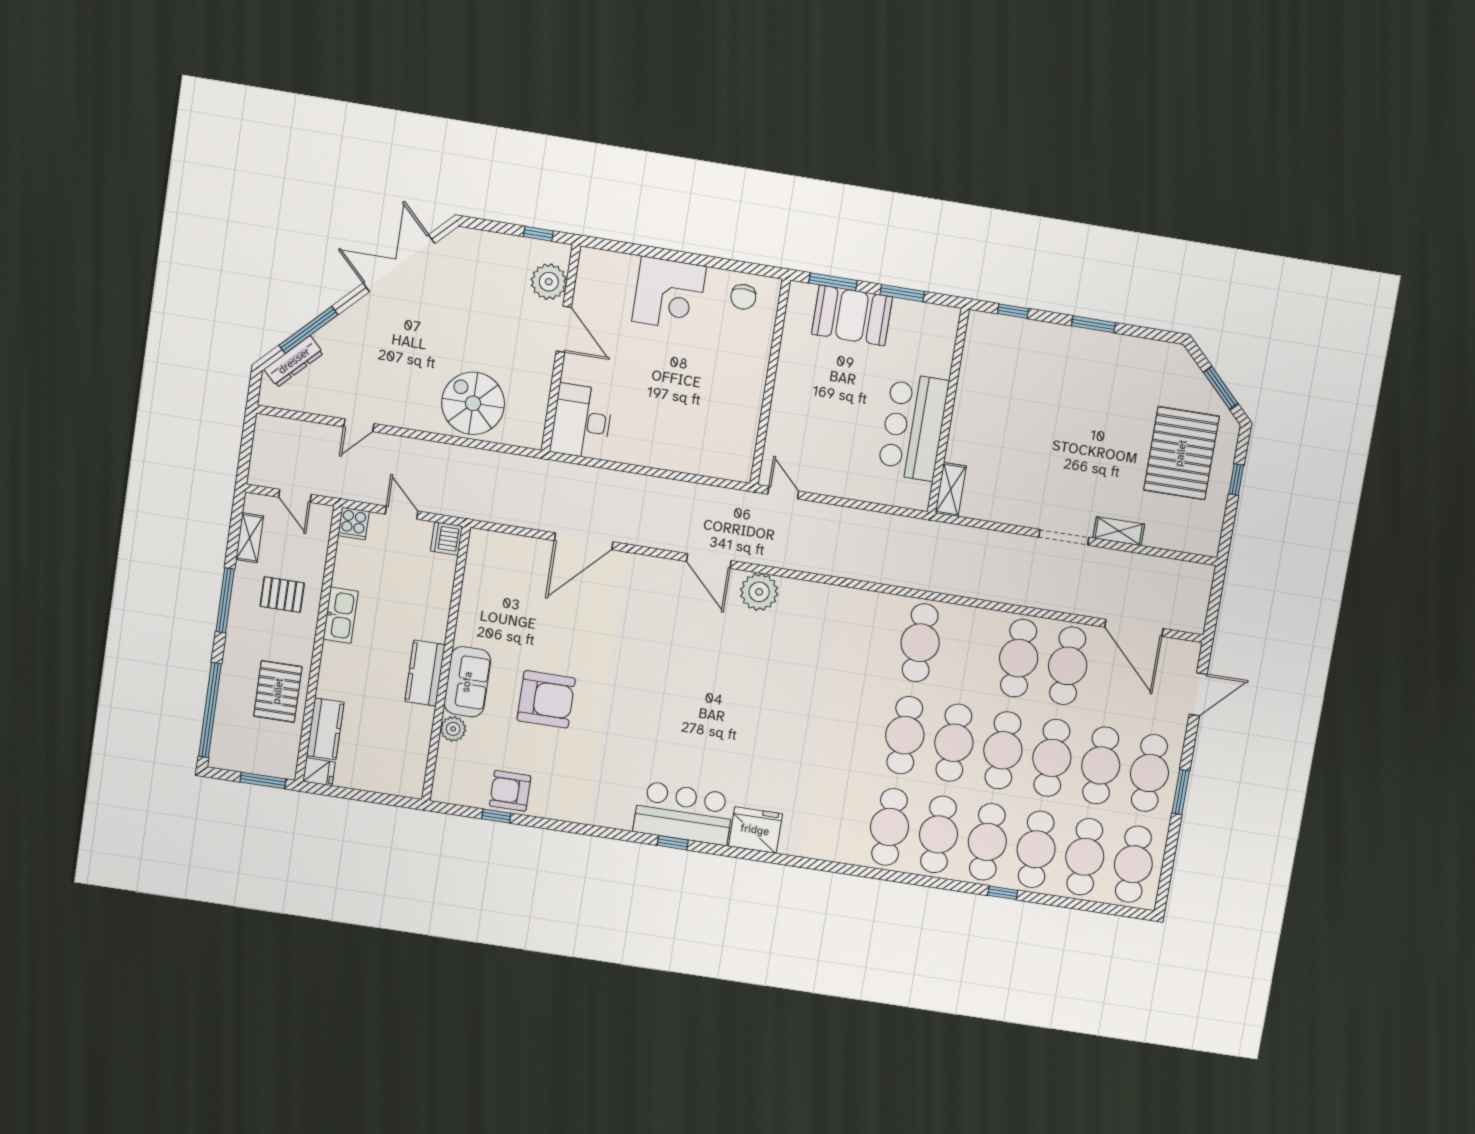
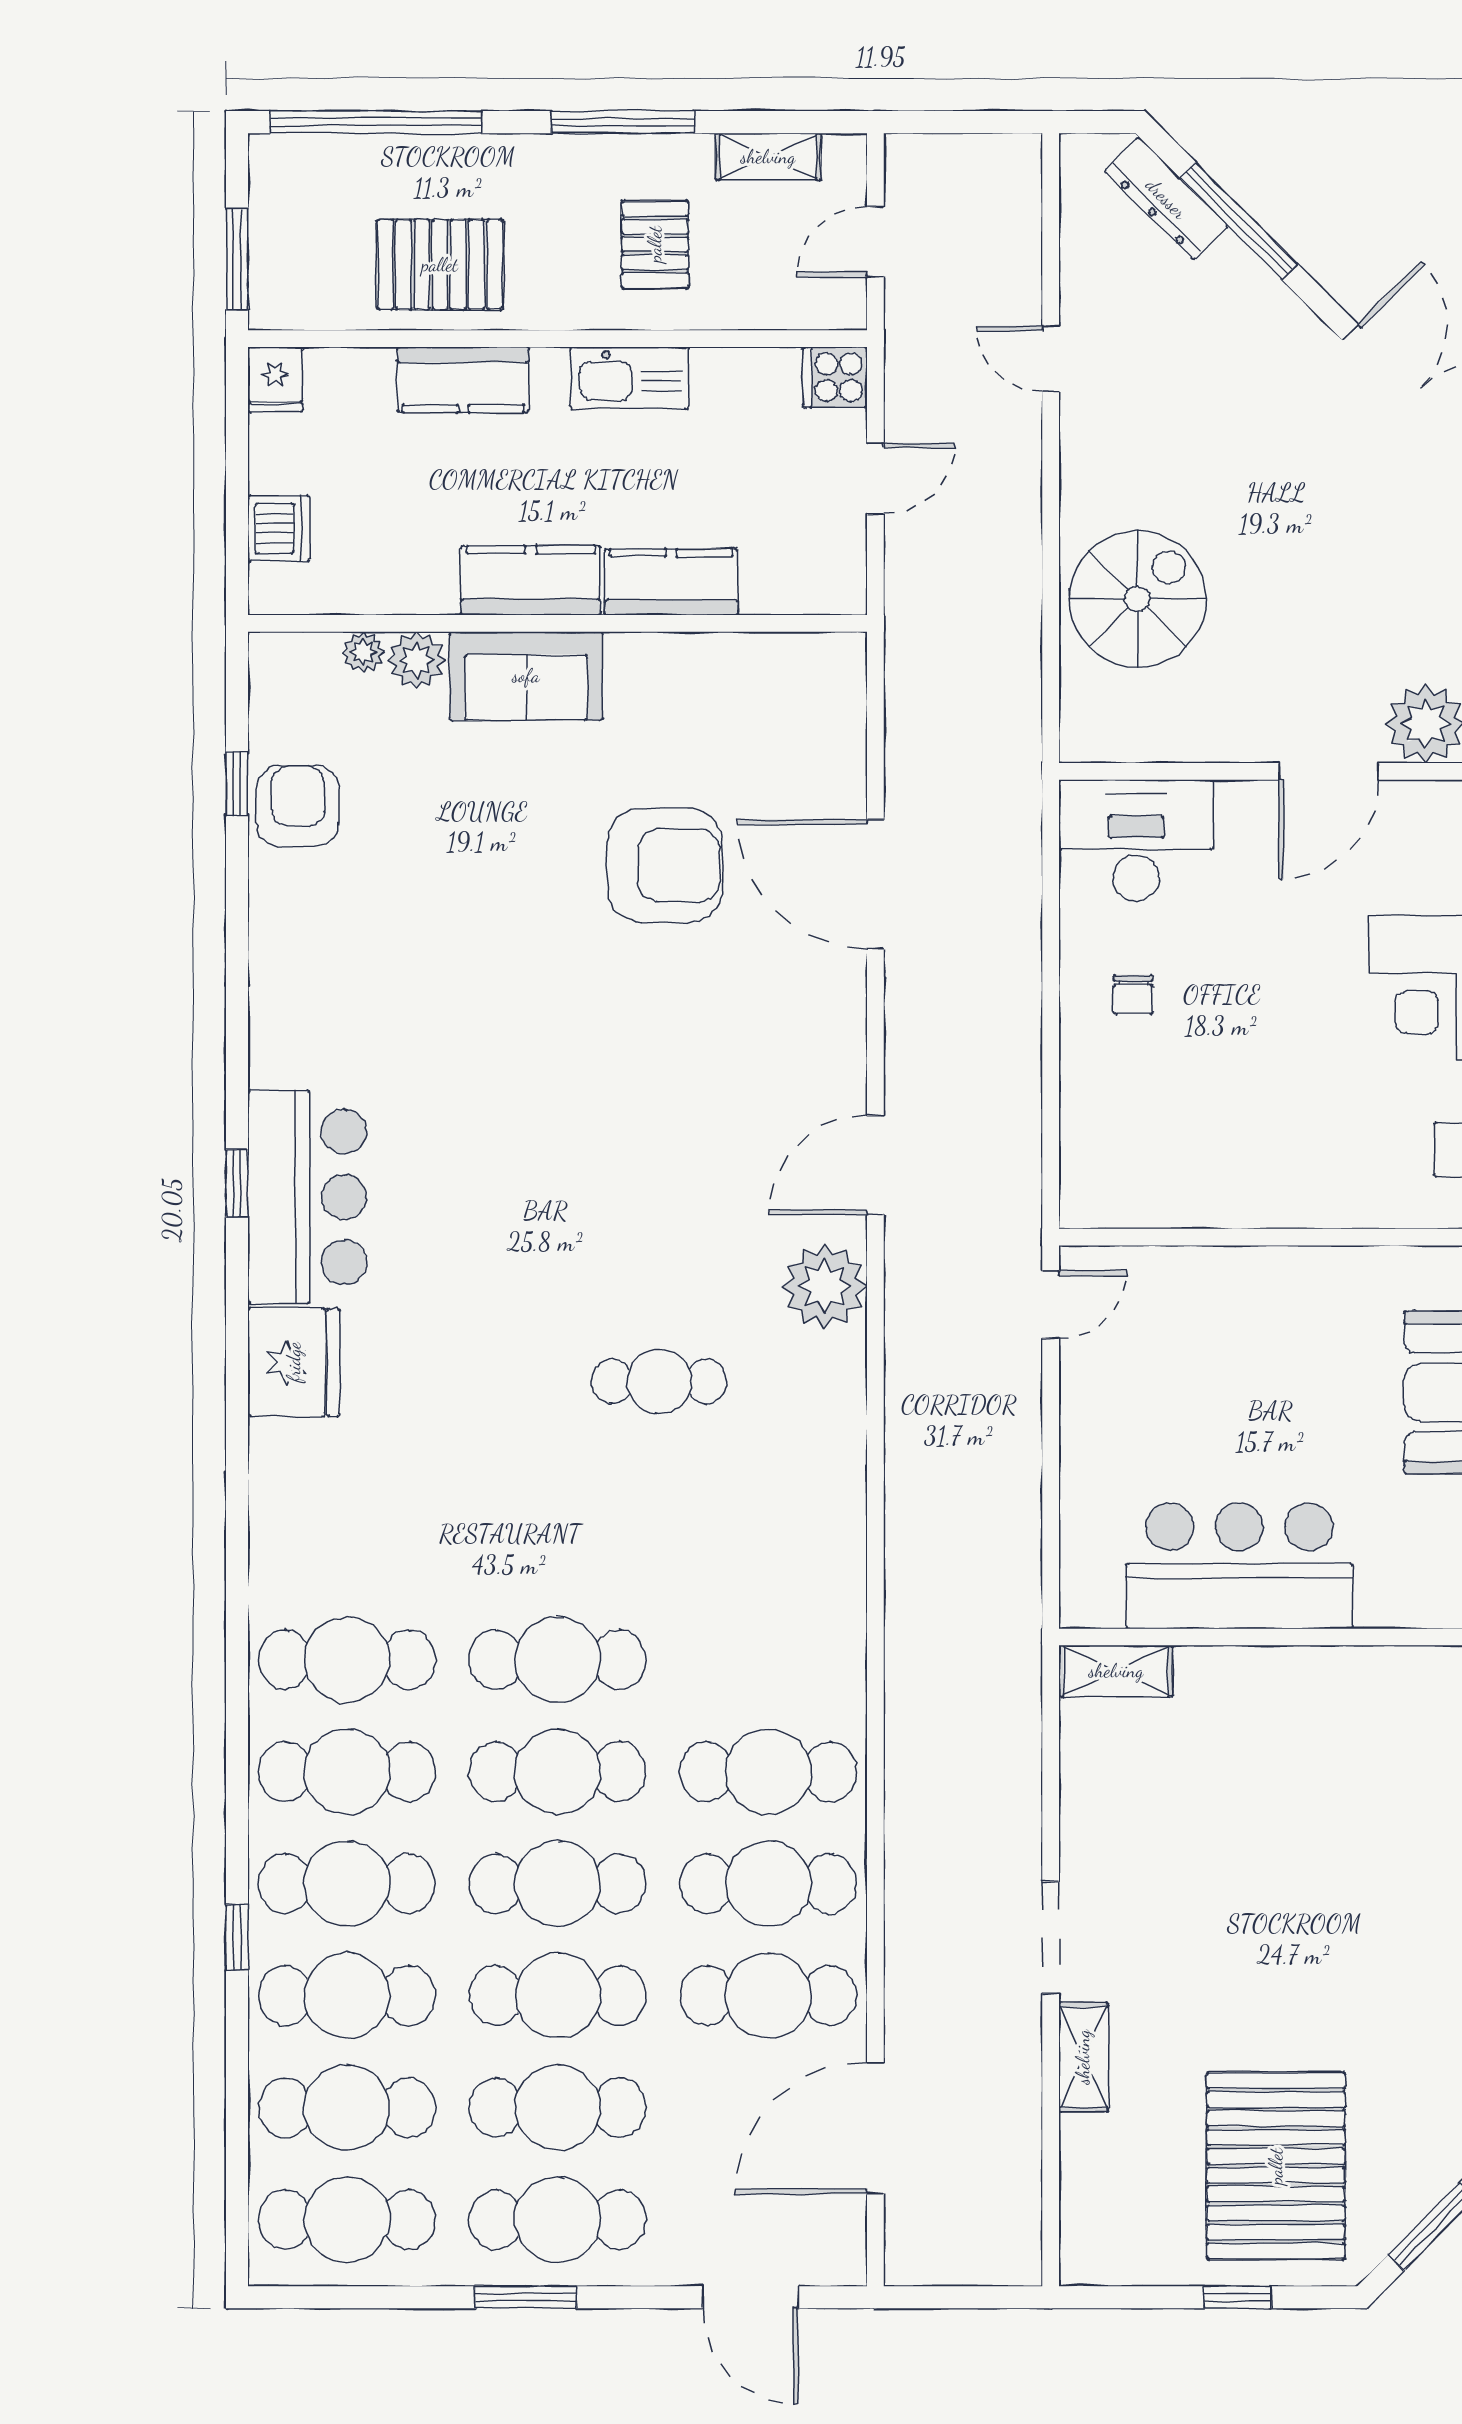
chair: (651, 434) -> (1133, 994), added
pallet: (1181, 453) -> (1276, 2166), turned 90
dishwasher: (447, 539) -> (279, 528), moved, turned 90
kitchen counter: (435, 611) -> (671, 582), added
cafe table: (920, 643) -> (768, 1772), moved
cafe table: (790, 672) -> (659, 1381), added
armchair: (546, 699) -> (665, 865), moved, turned -90
kitchen counter: (325, 729) -> (463, 380), moved
plant: (446, 752) -> (363, 652), added

